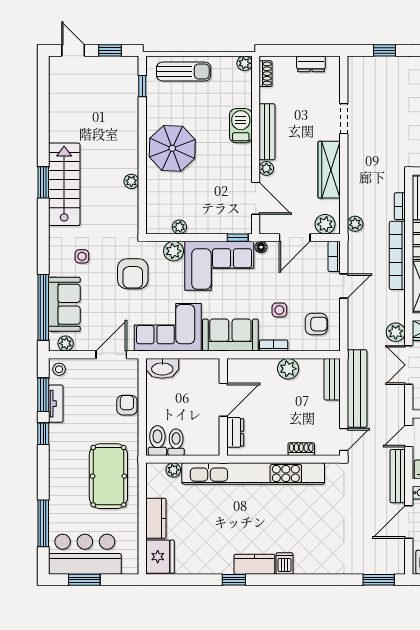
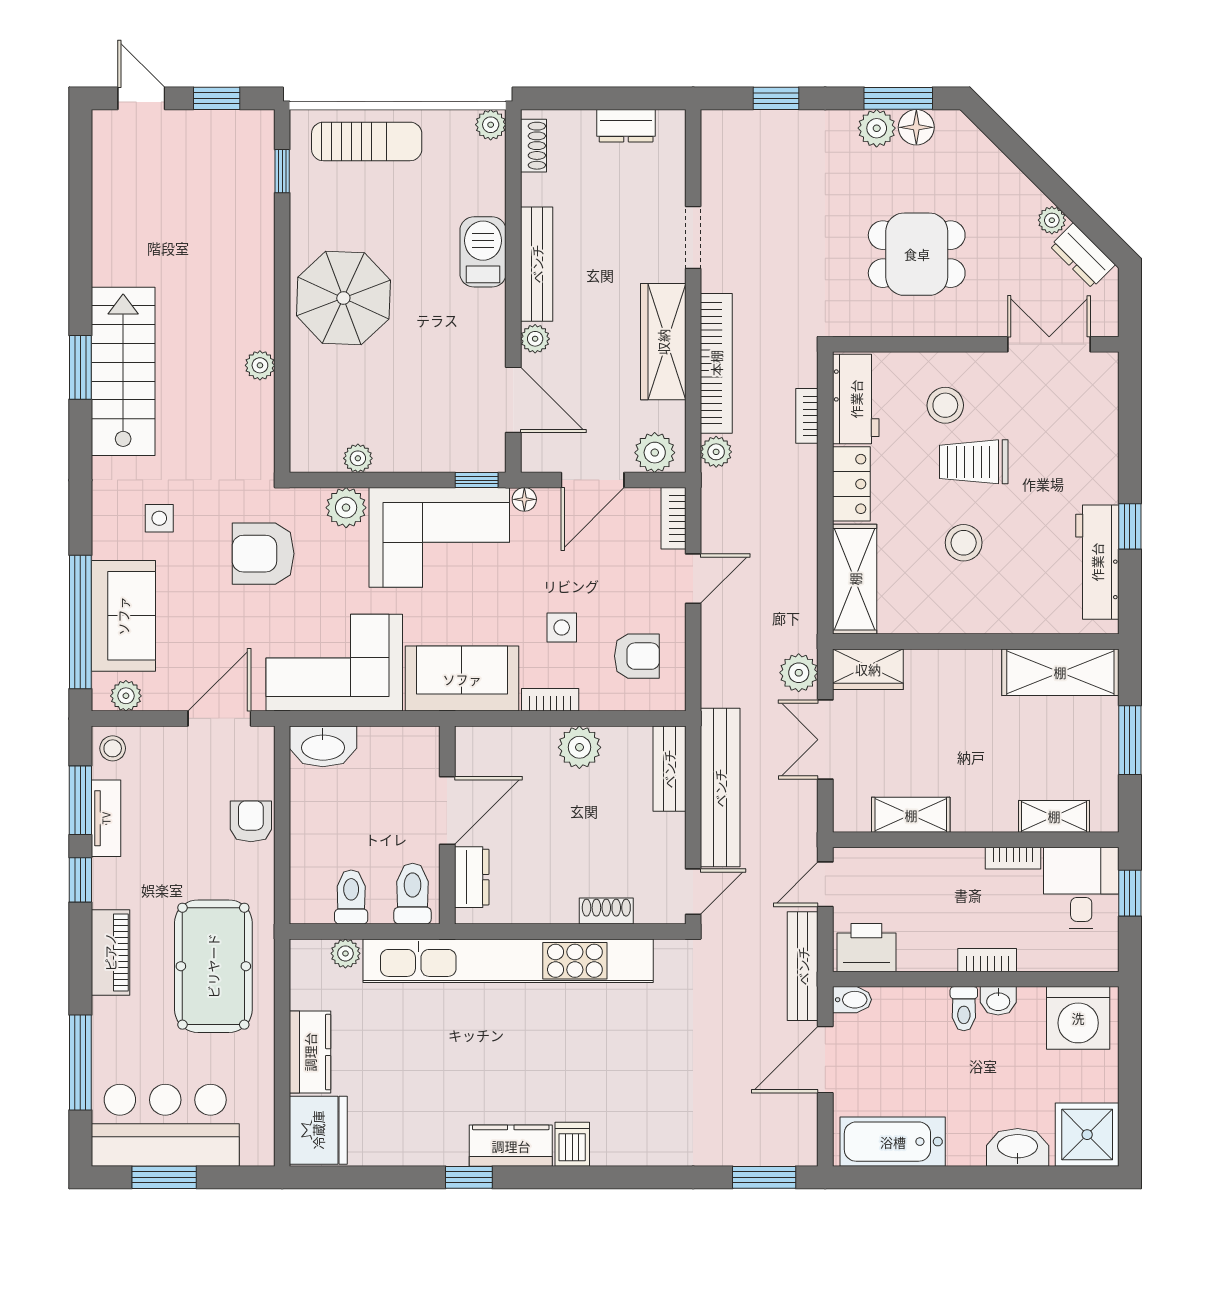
bookcase: (397, 255) -> (716, 363), moved, turned 180
armchair: (133, 274) -> (263, 554), turned 90
toilet: (157, 441) -> (413, 894), moved
piano: (58, 469) -> (110, 952), added

